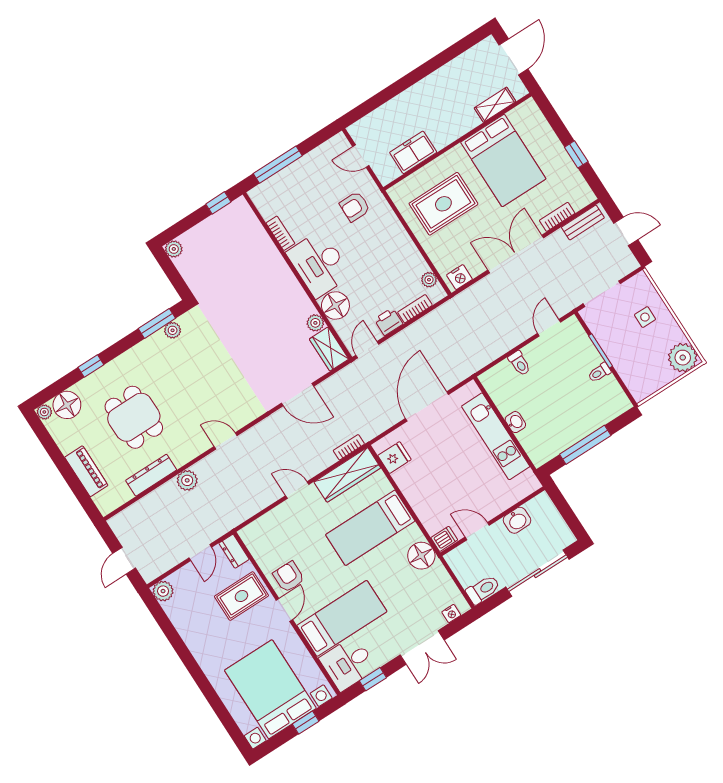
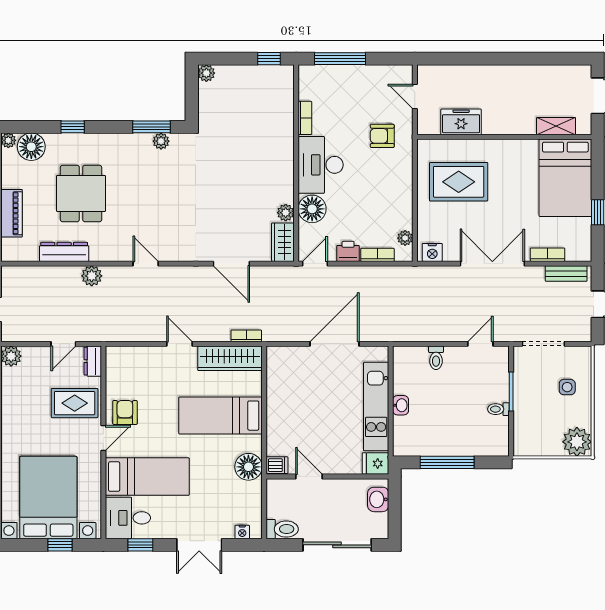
bed: (503, 161) -> (565, 178), moved
fridge: (394, 458) -> (376, 464), moved, turned 180
washbasin: (517, 520) -> (378, 499), moved, turned 90

